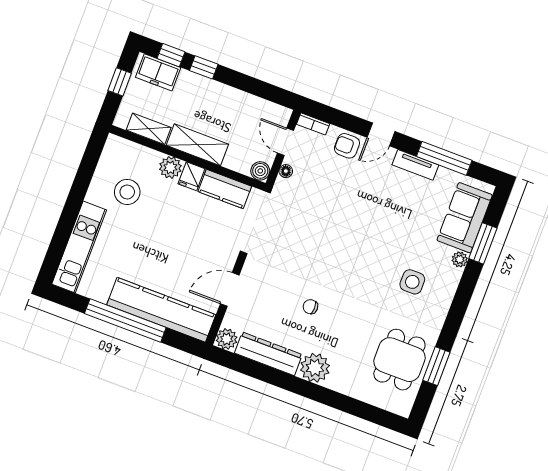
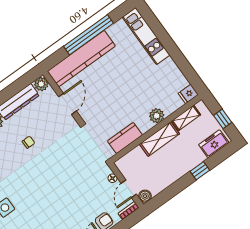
window: (171, 55) -> (219, 157), removed
door: (286, 142) -> (129, 189), swing flipped
boiler: (260, 171) -> (145, 196), moved
fridge: (191, 176) -> (188, 94), moved, turned -90
stool: (127, 192) -> (159, 83), removed

